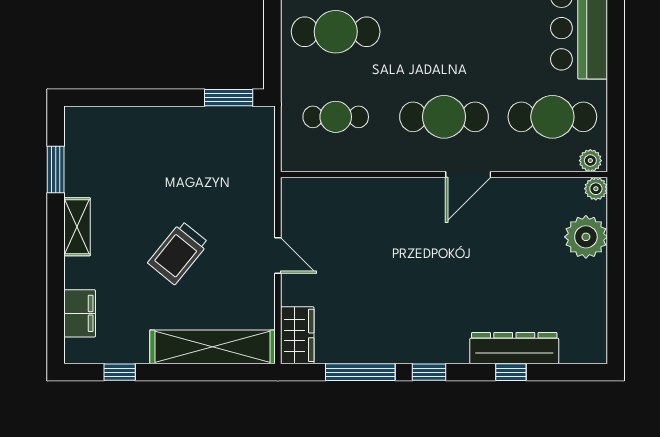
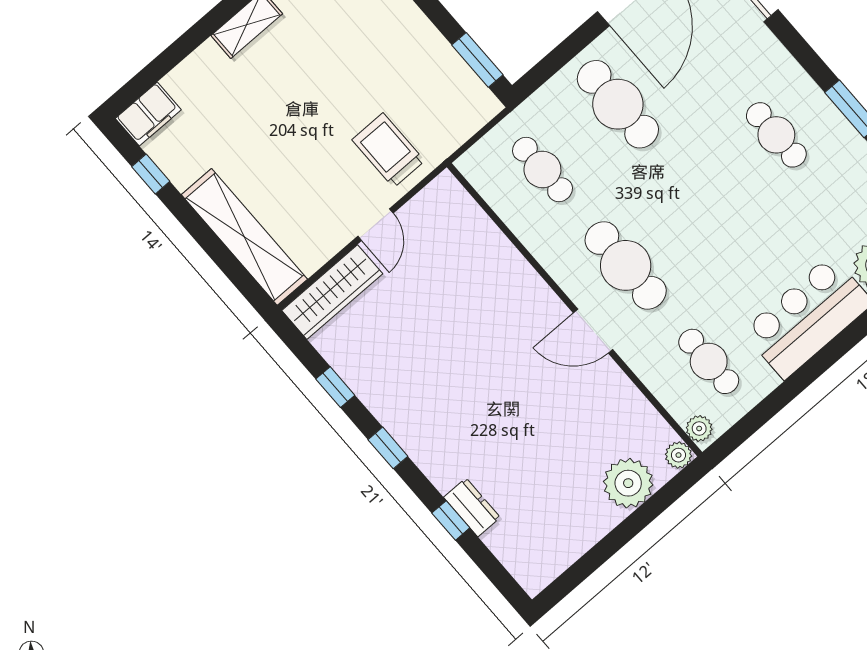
cafe table: (552, 117) -> (709, 361), width x0.73, depth x0.74
trolley: (178, 253) -> (388, 150), moved, turned 51
filing cabinet: (80, 313) -> (148, 114), moved
wardrobe: (297, 335) -> (332, 292), width x1.50
dresser: (514, 348) -> (472, 507), width x0.51, depth x0.80
window: (360, 372) -> (335, 387), width x0.46

